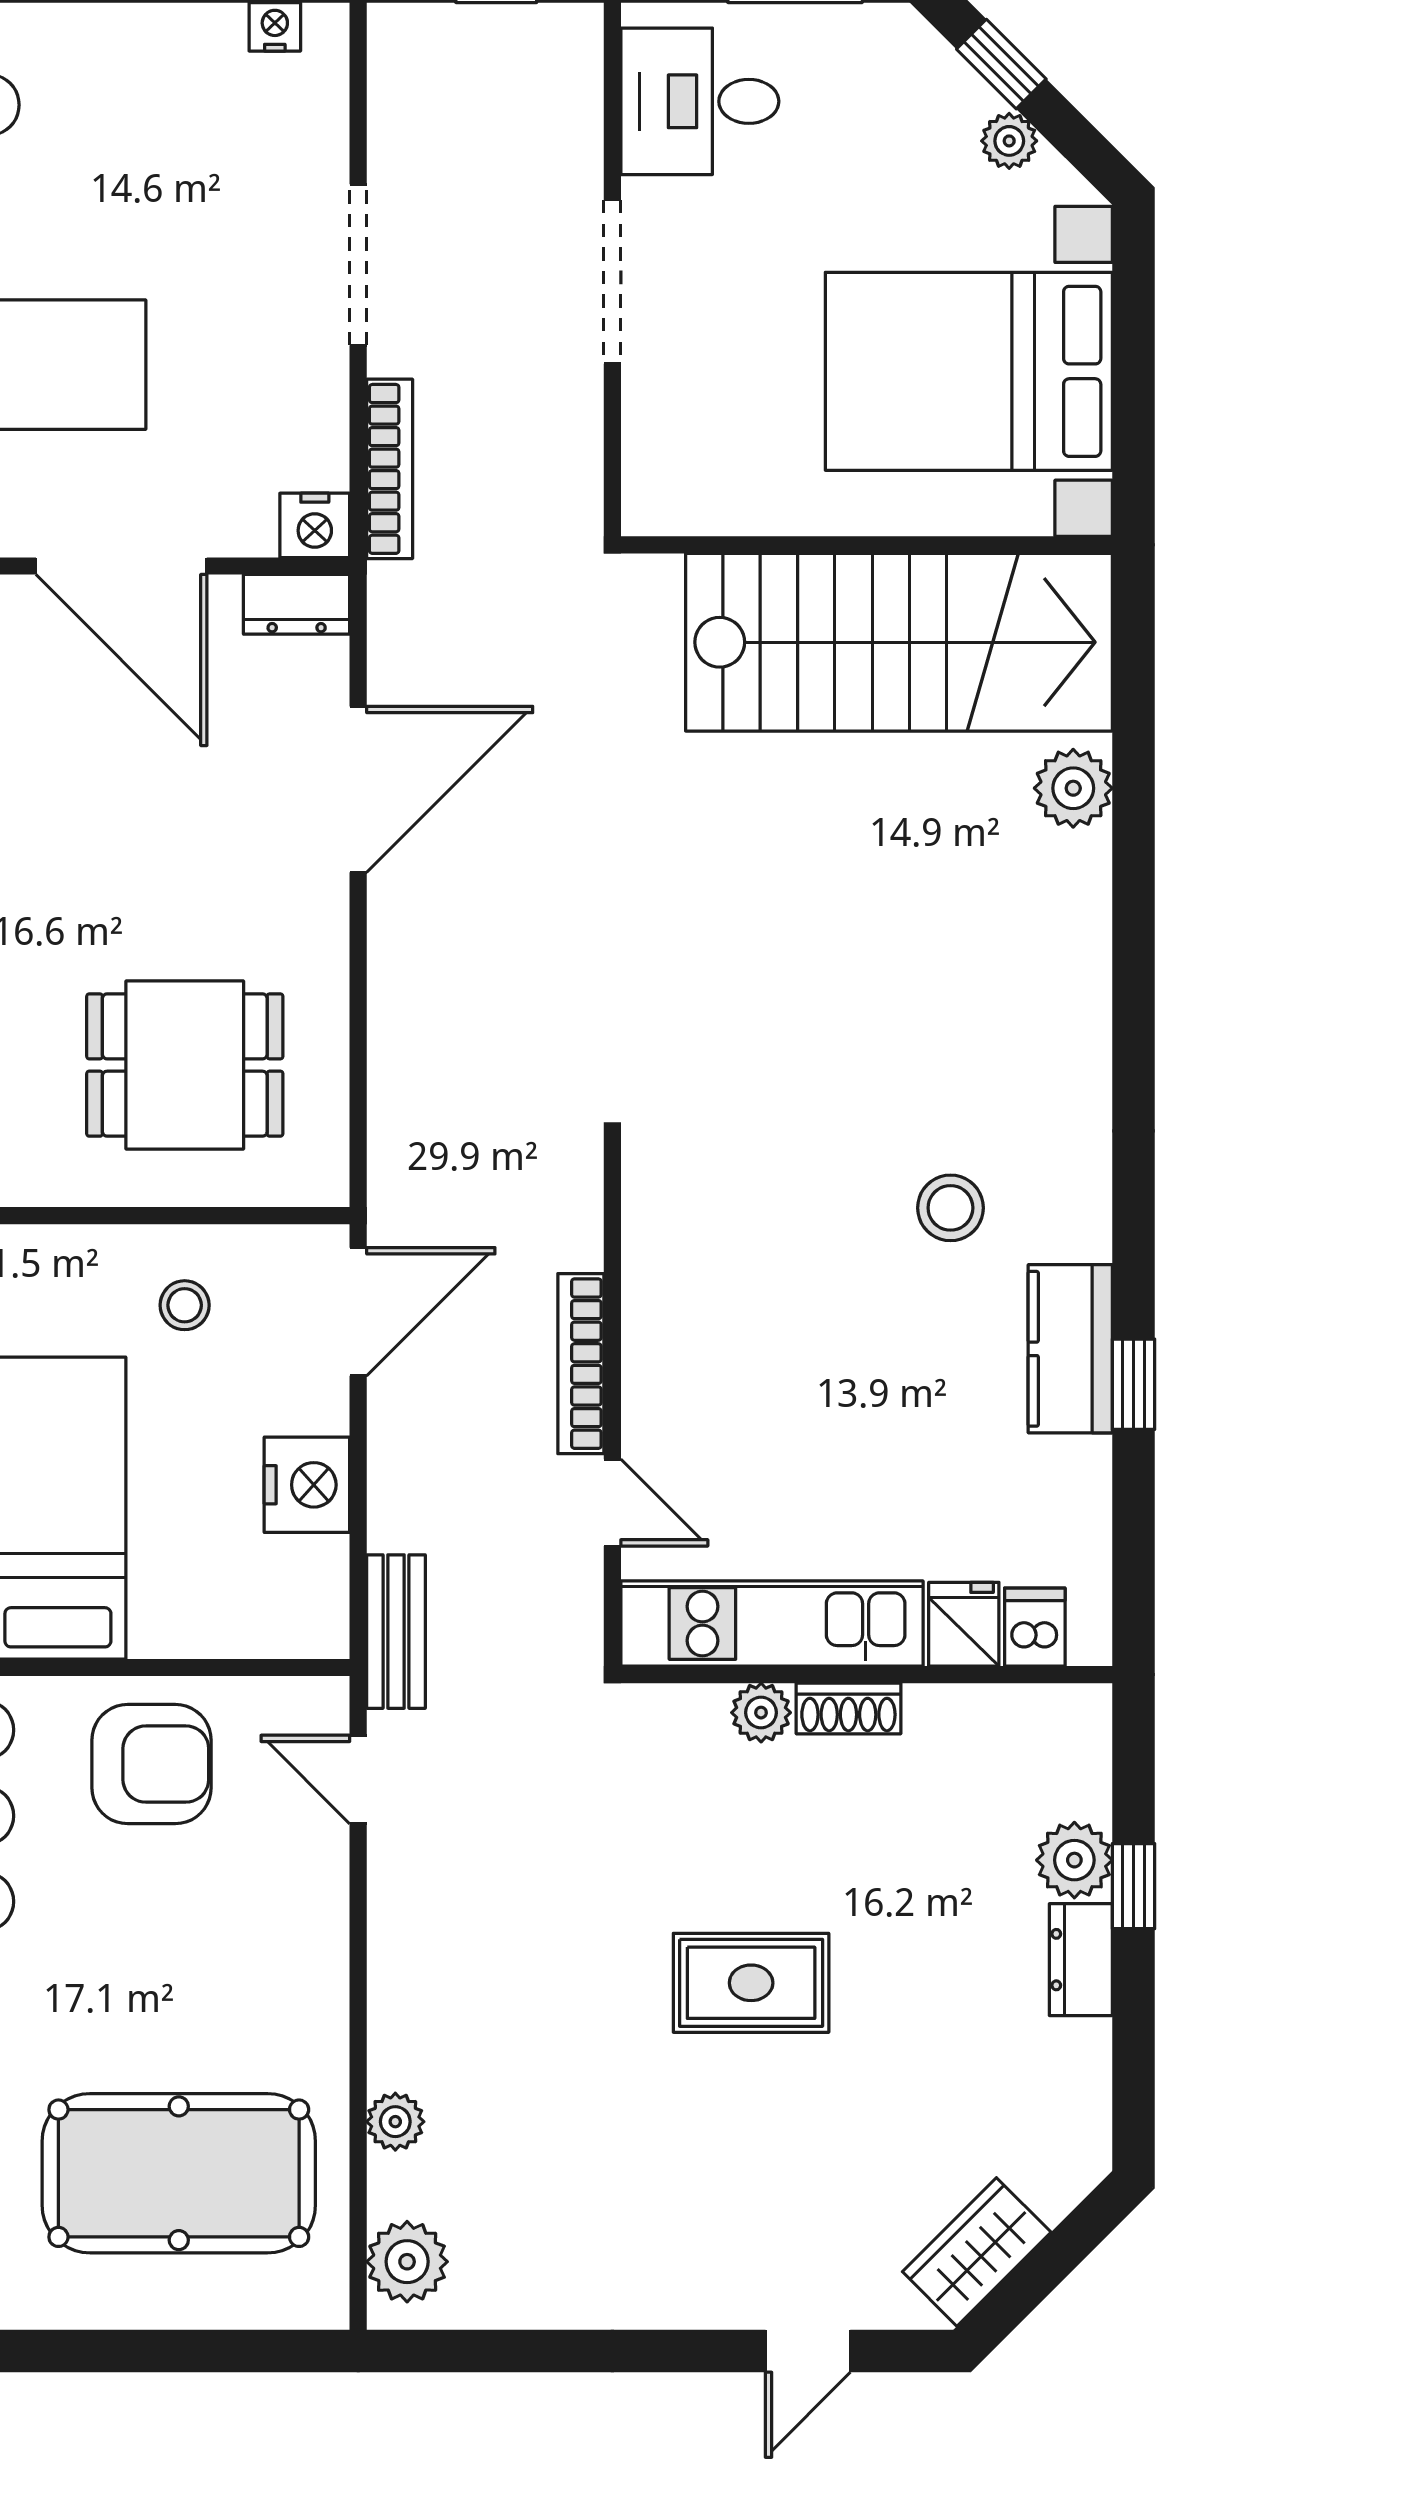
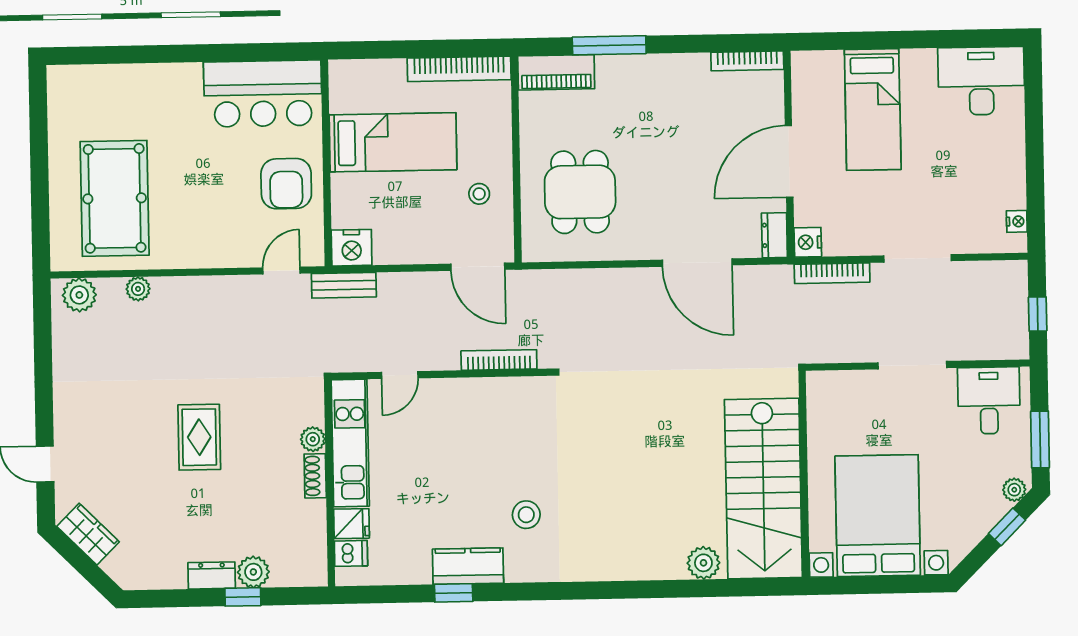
plant: (1009, 141) -> (1014, 490), moved
bookcase: (581, 1364) -> (499, 360), moved
nightstand: (307, 1485) -> (352, 248), moved

